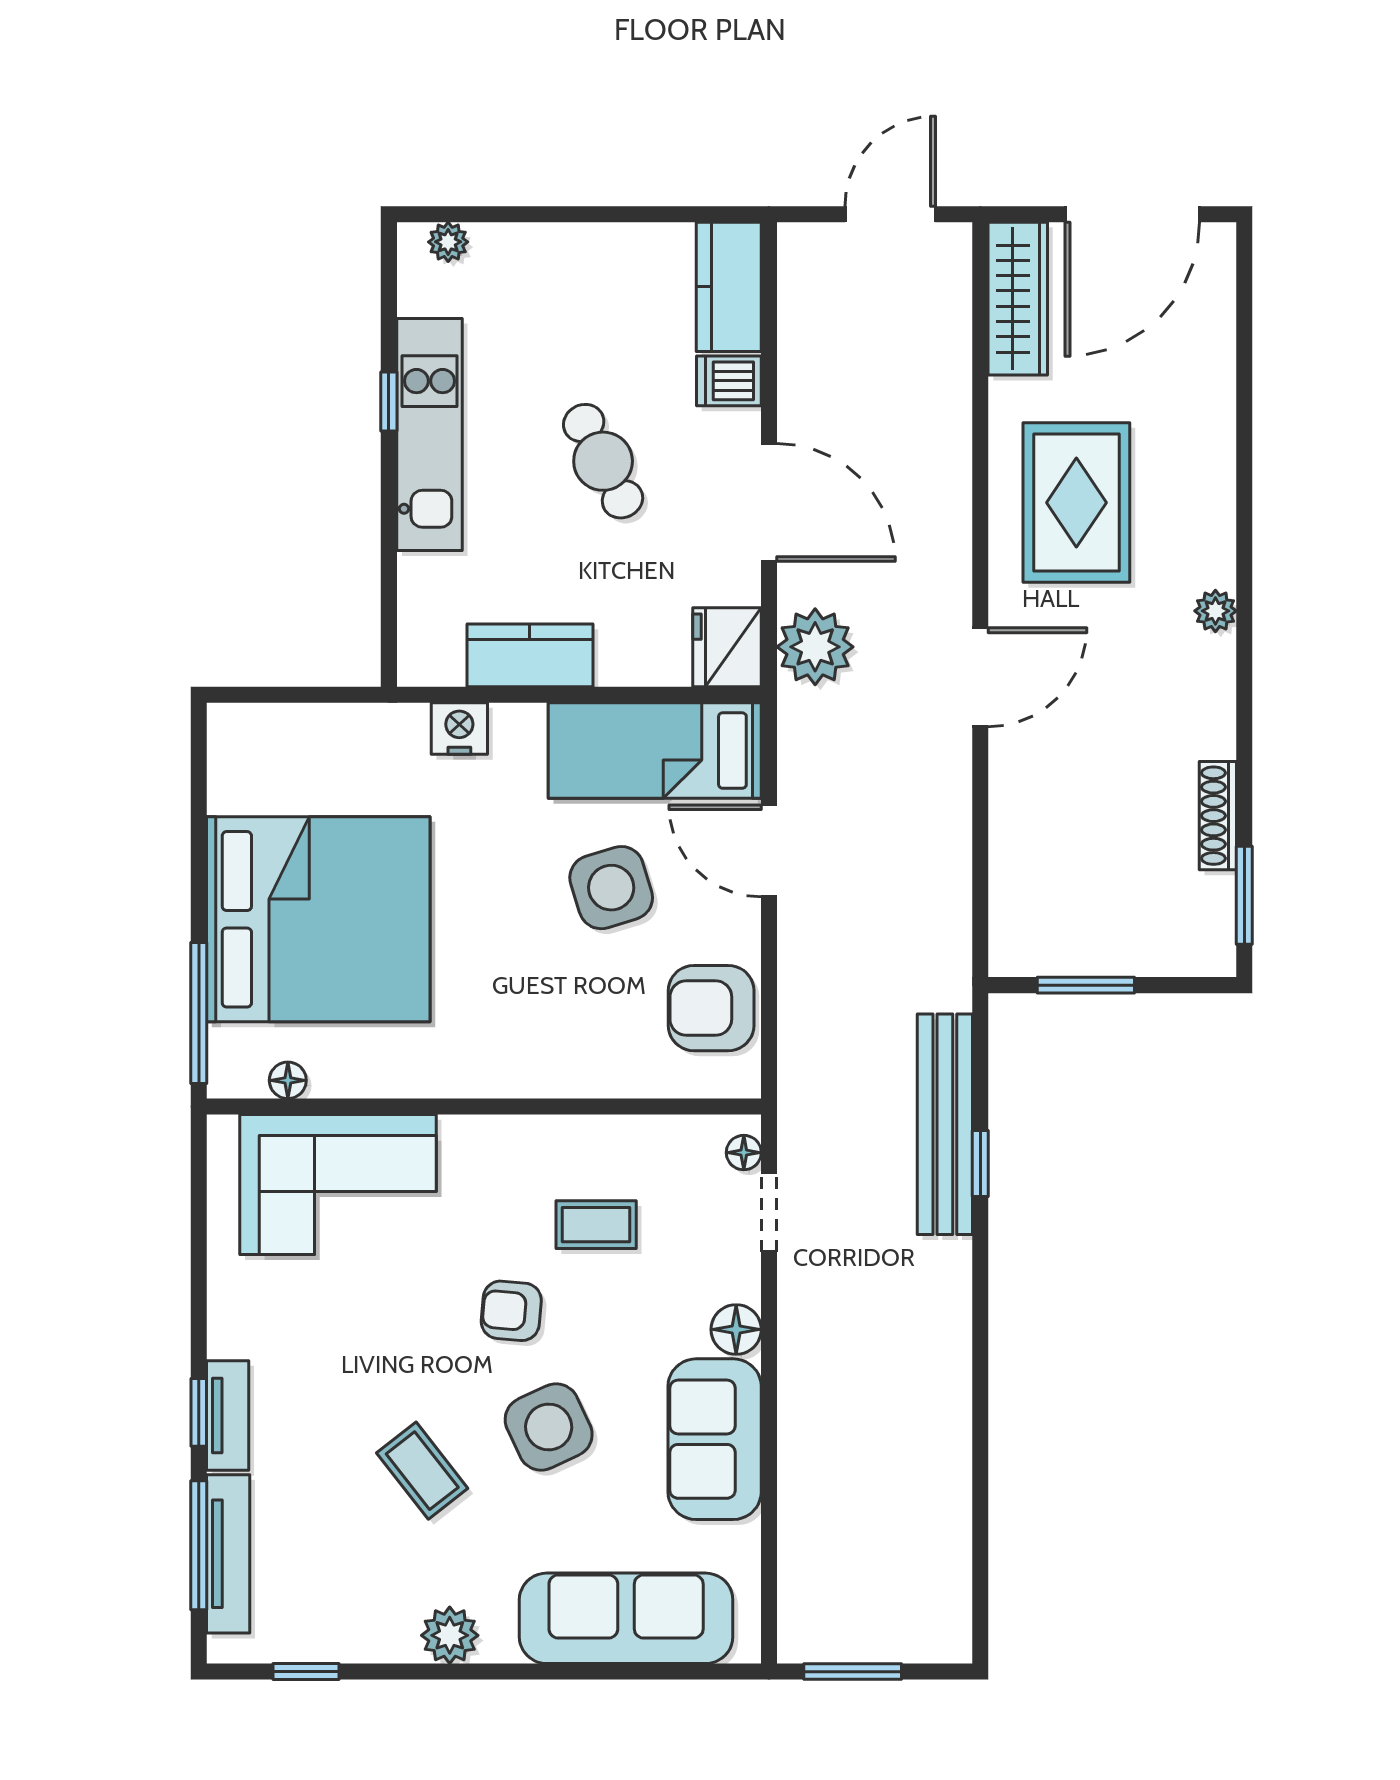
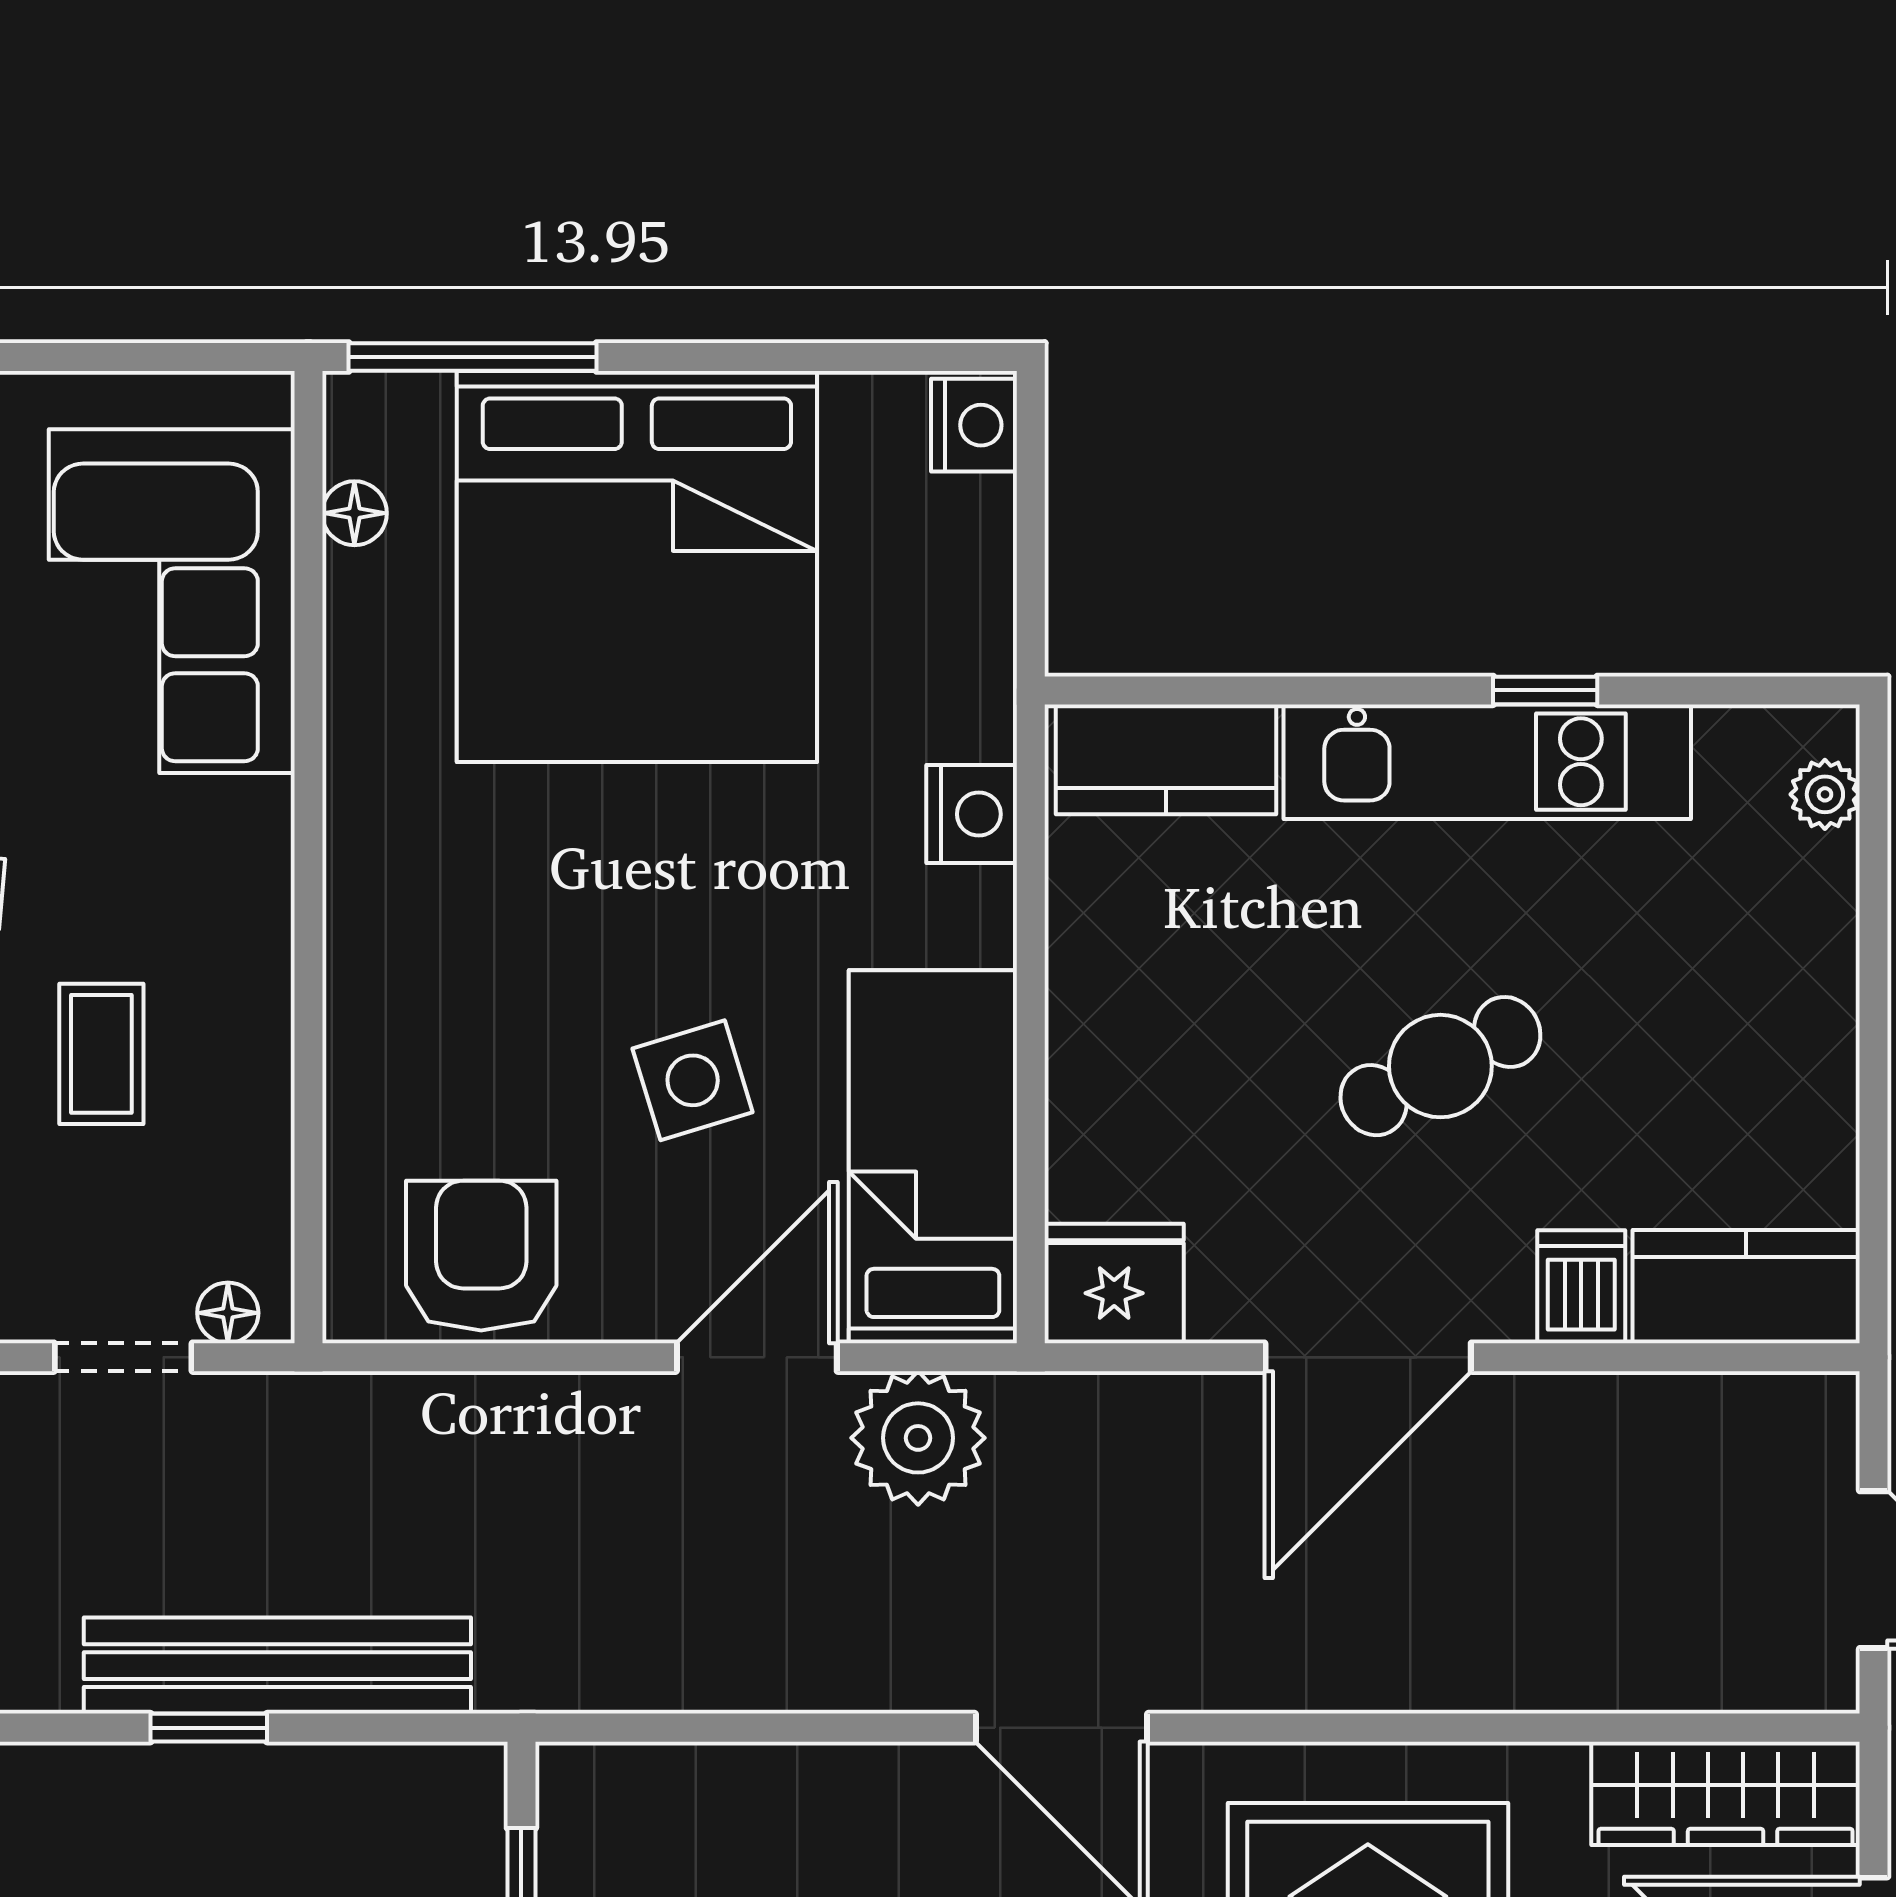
plant: (815, 647) -> (918, 1438), moved
kitchen counter: (530, 655) -> (1166, 759), moved, turned 90
nightstand: (238, 727) -> (974, 425), added
side table: (611, 888) -> (693, 1080), width x0.73, depth x0.73

